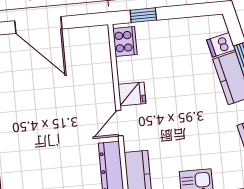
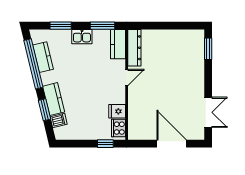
fridge: (132, 94) -> (117, 111), moved

